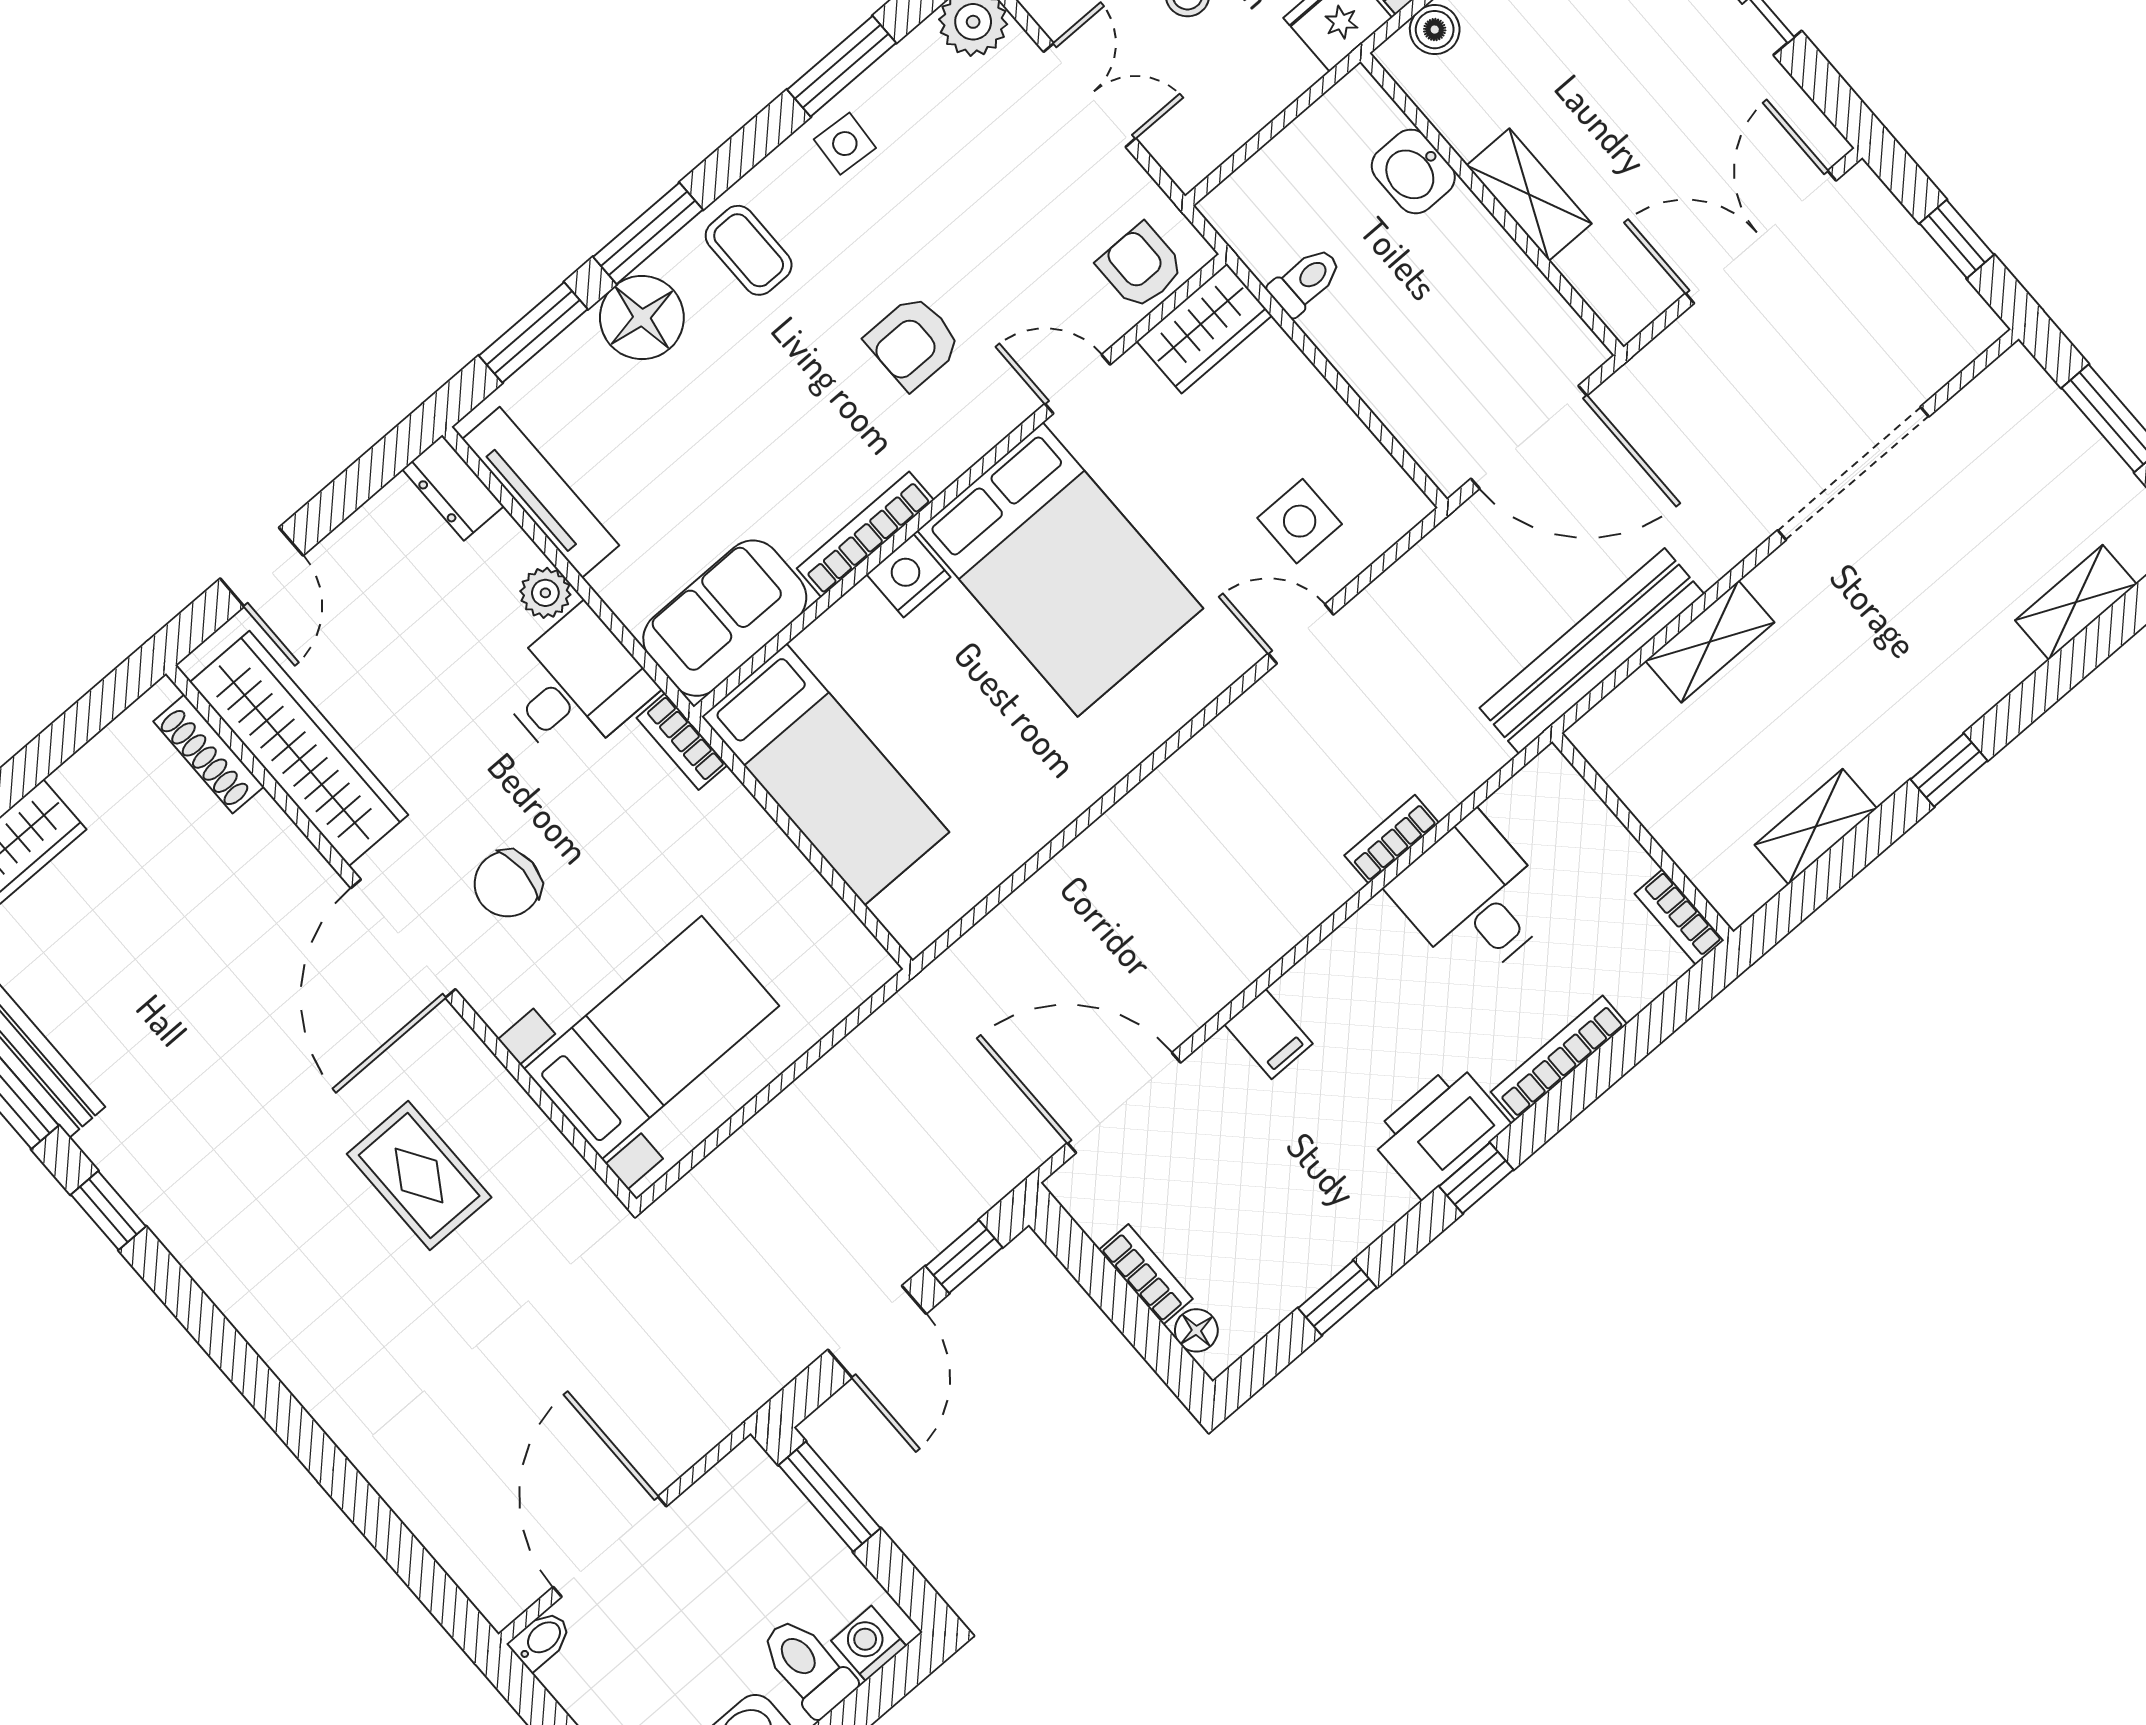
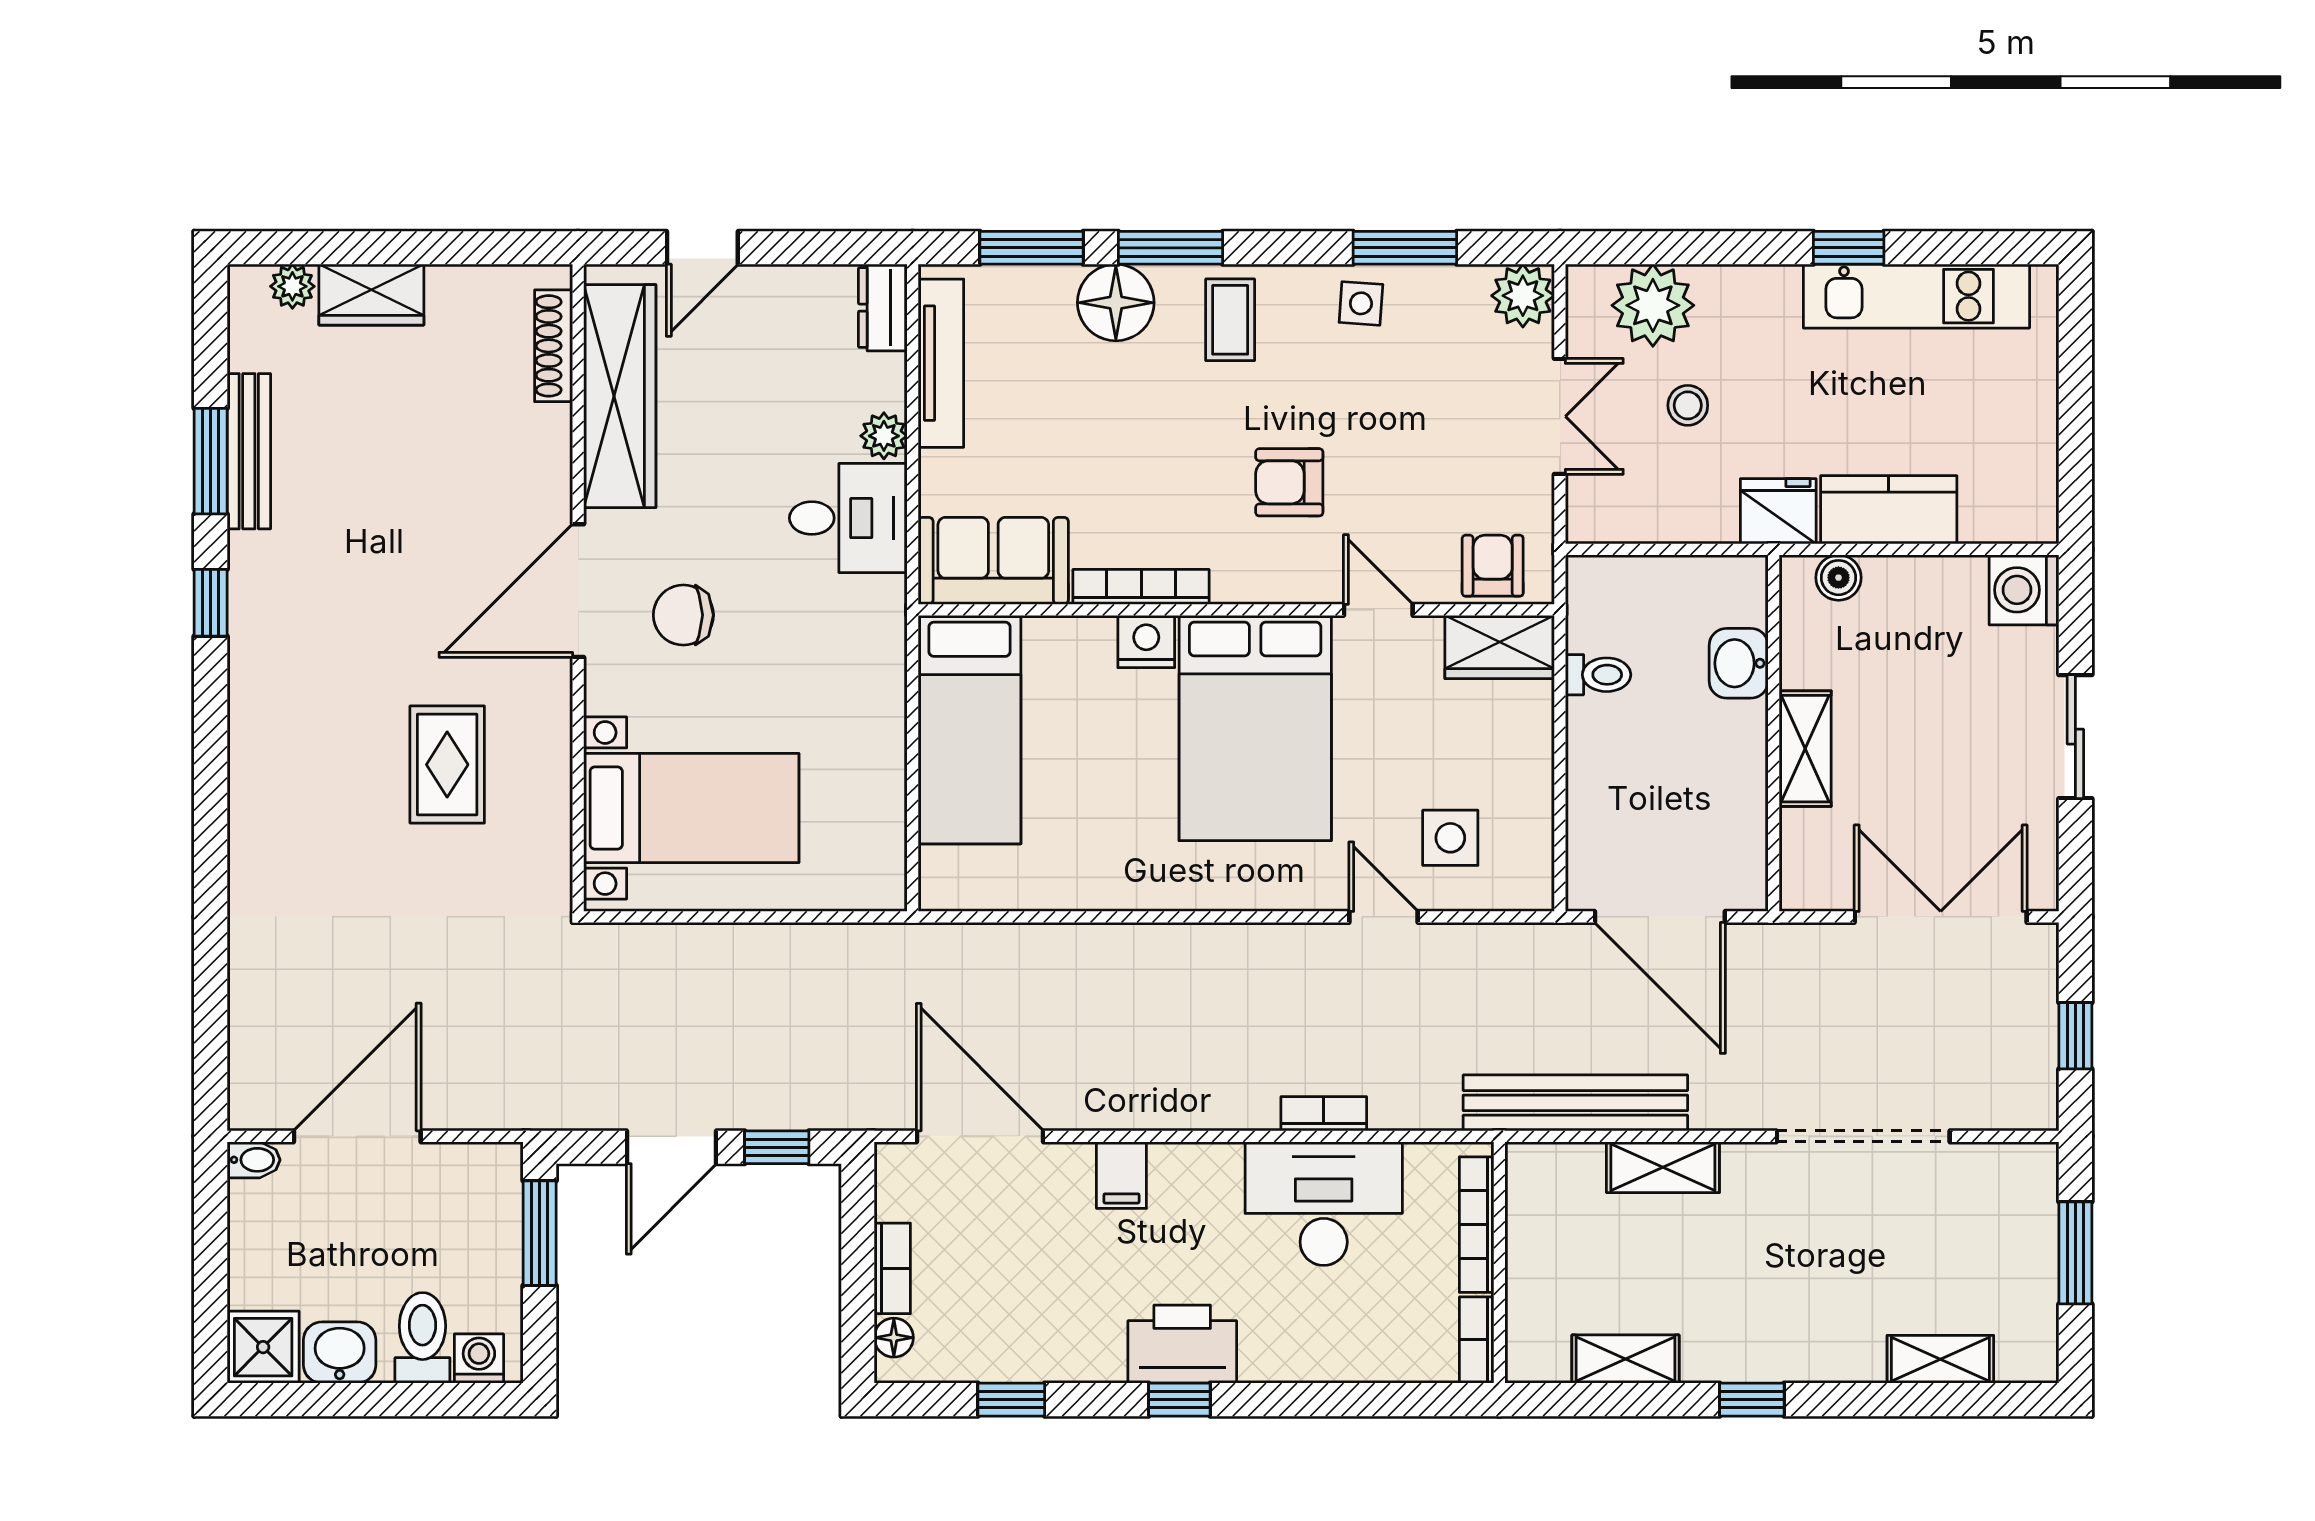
bookcase: (682, 742) -> (890, 621), removed
desk: (1473, 898) -> (1324, 1204), width x1.37
bookcase: (1559, 1058) -> (1477, 1225), moved, turned -90

